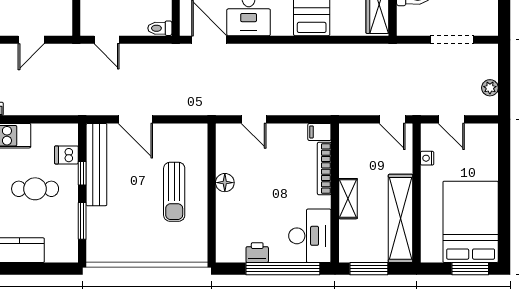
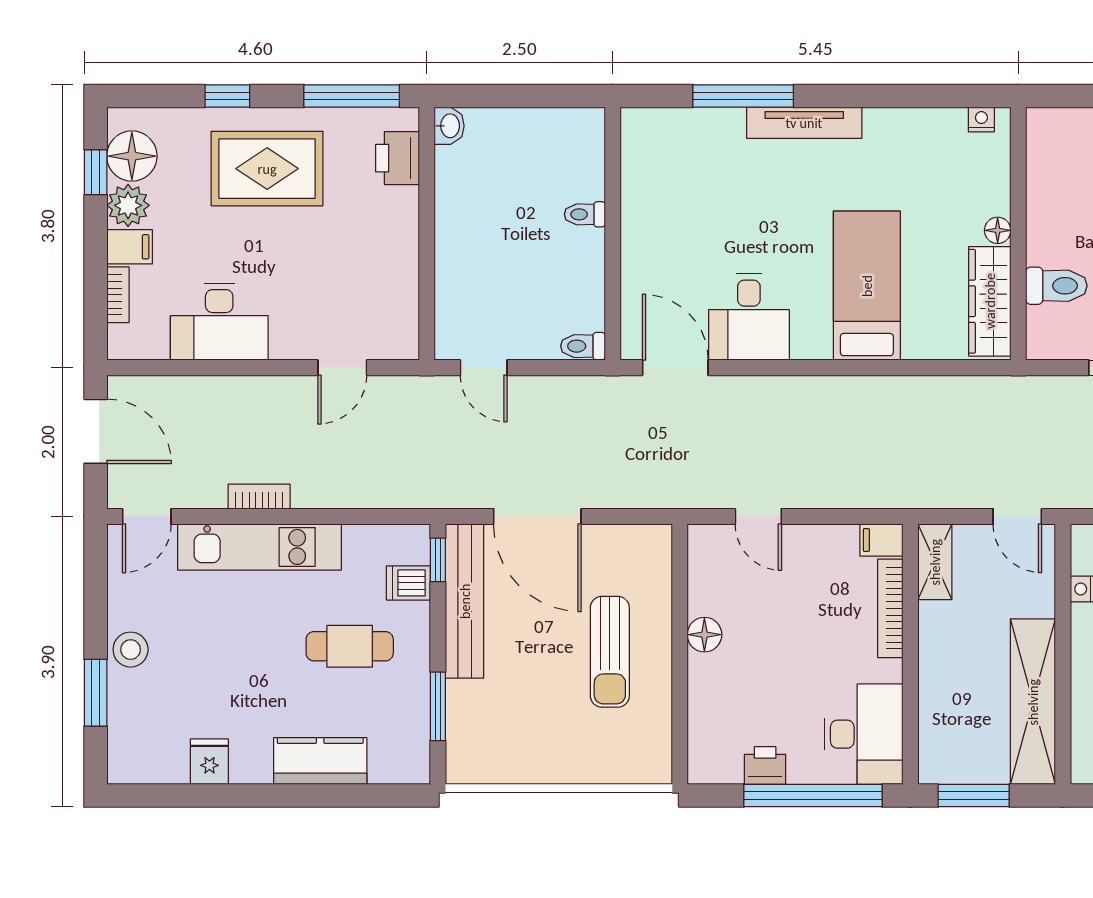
door: (135, 119) -> (537, 516), width x1.36
window: (82, 173) -> (438, 560), moved
shelving: (348, 199) -> (935, 562), moved

